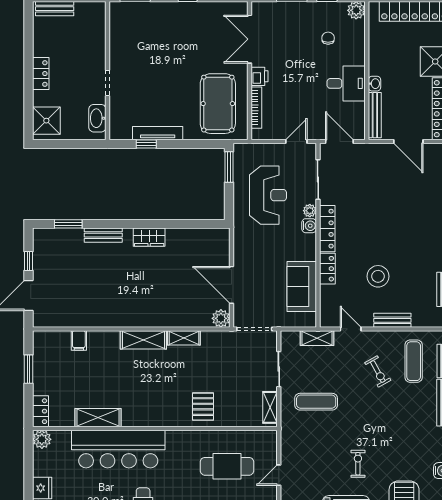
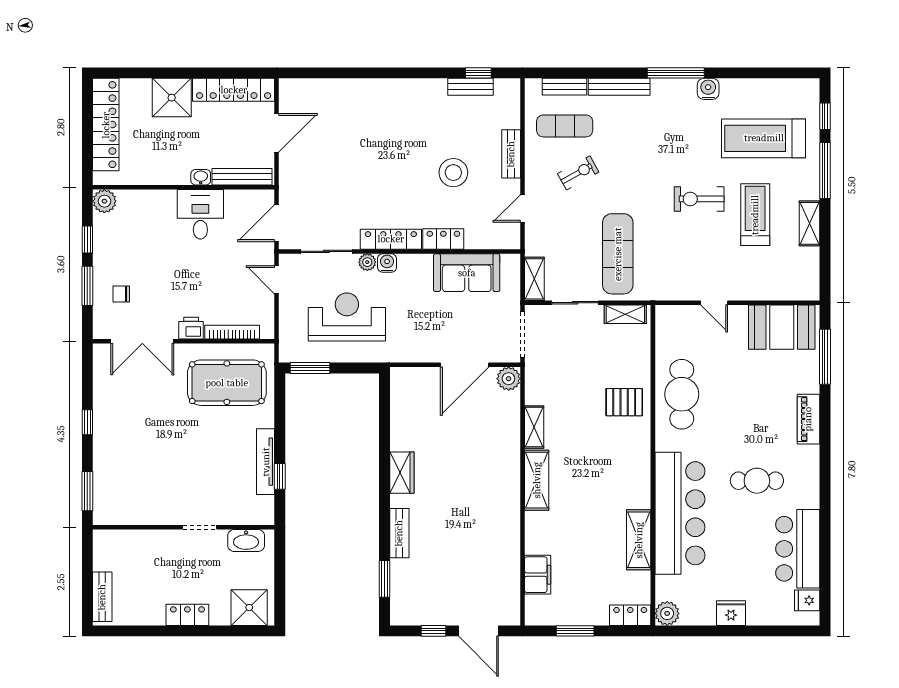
chair: (328, 38) -> (121, 294), moved
shelving: (317, 338) -> (534, 279), moved
filing cabinet: (79, 341) -> (538, 575), width x2.00
exercise mat: (316, 402) -> (618, 254), width x1.36, depth x1.45
exercise bike: (358, 464) -> (699, 199), width x1.38, depth x1.39
cafe table: (227, 466) -> (682, 394), moved

